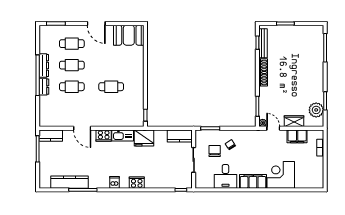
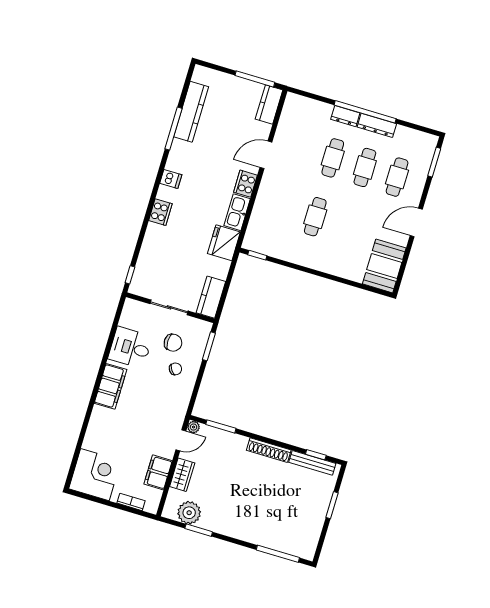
corner desk: (281, 175) -> (95, 475), moved

